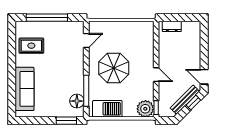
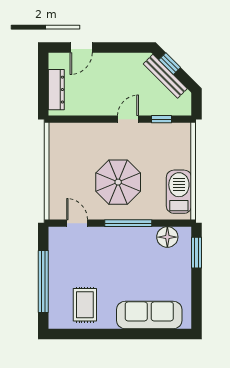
dresser: (172, 26) -> (56, 90), width x1.44
door: (204, 77) -> (81, 48), moved
window: (86, 91) -> (128, 223), moved
window: (156, 108) -> (162, 119), moved
plant: (145, 109) -> (179, 135), removed

